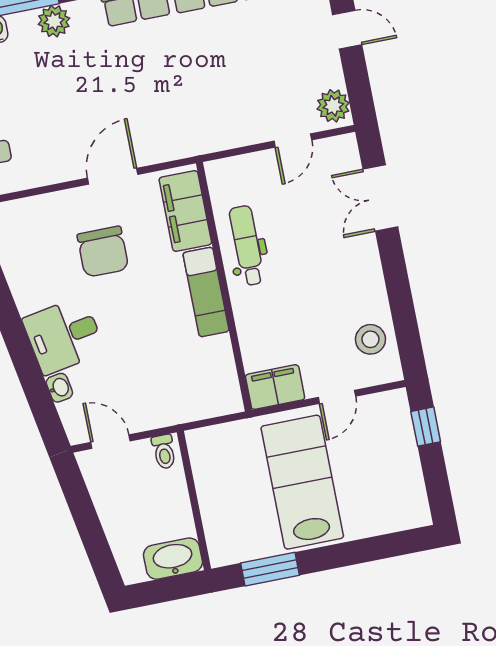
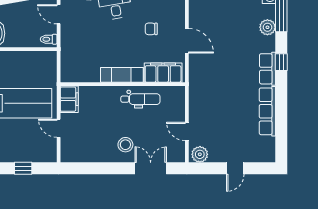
chair: (103, 252) -> (151, 29), width x0.54, depth x0.54
stool: (370, 339) -> (125, 145), moved
window: (426, 427) -> (23, 168), moved
door: (110, 442) -> (59, 14), swing flipped

